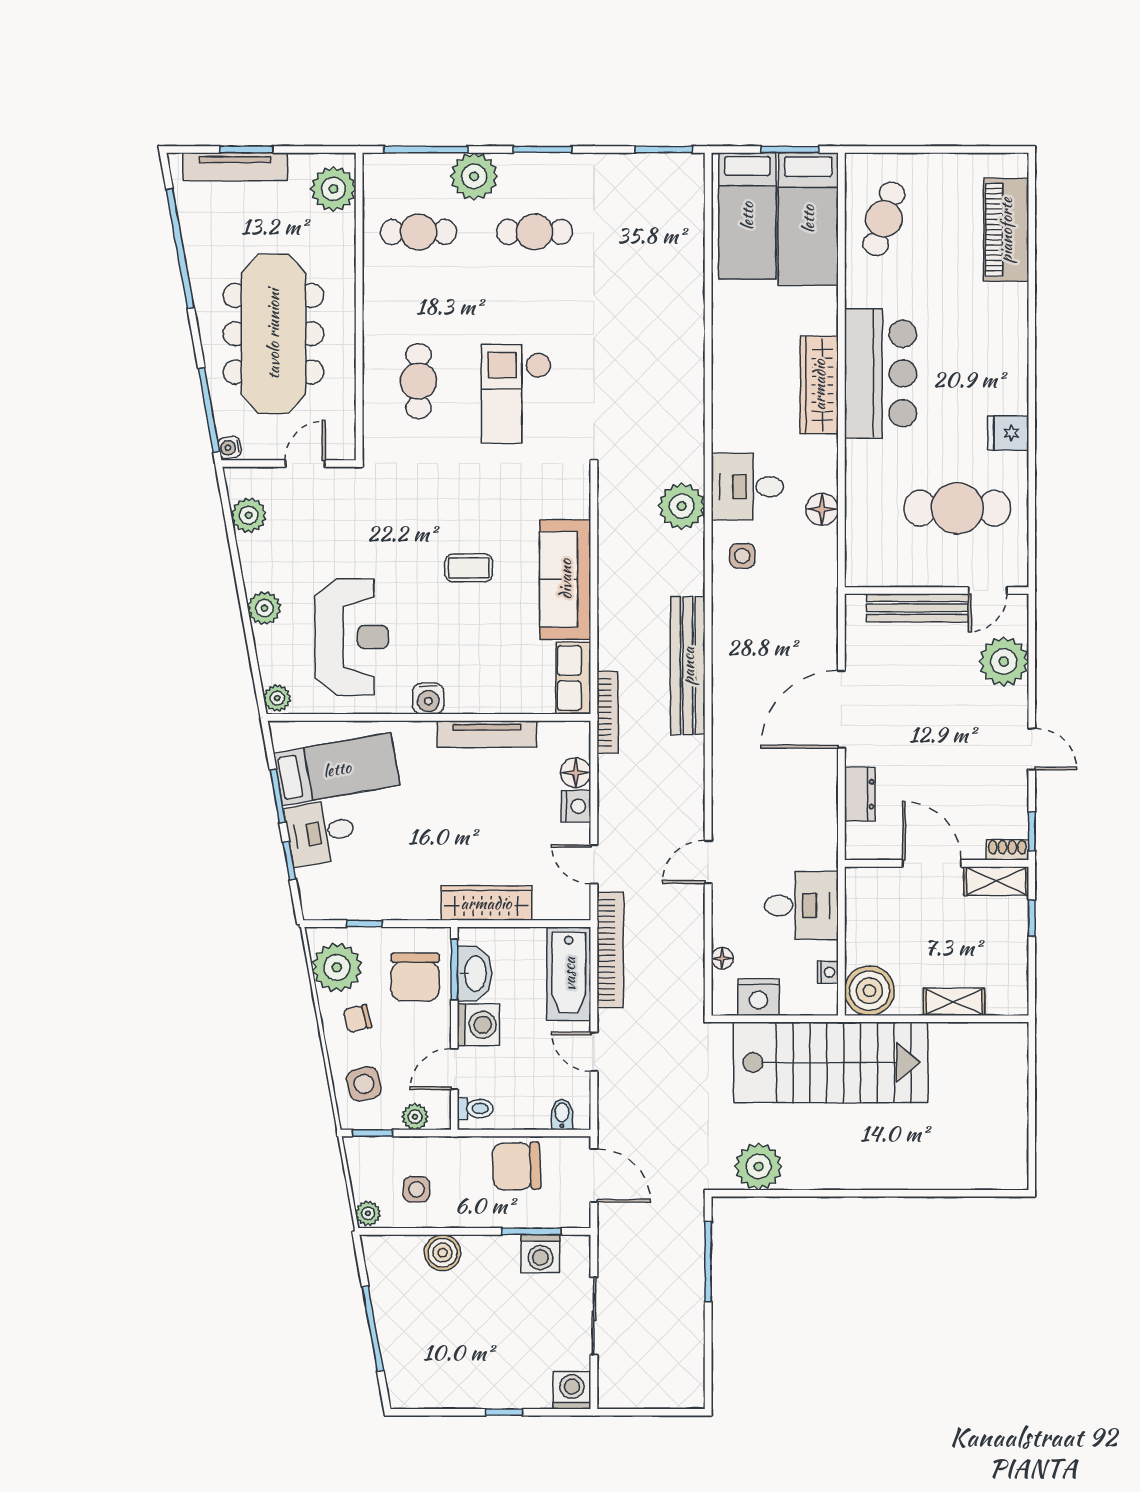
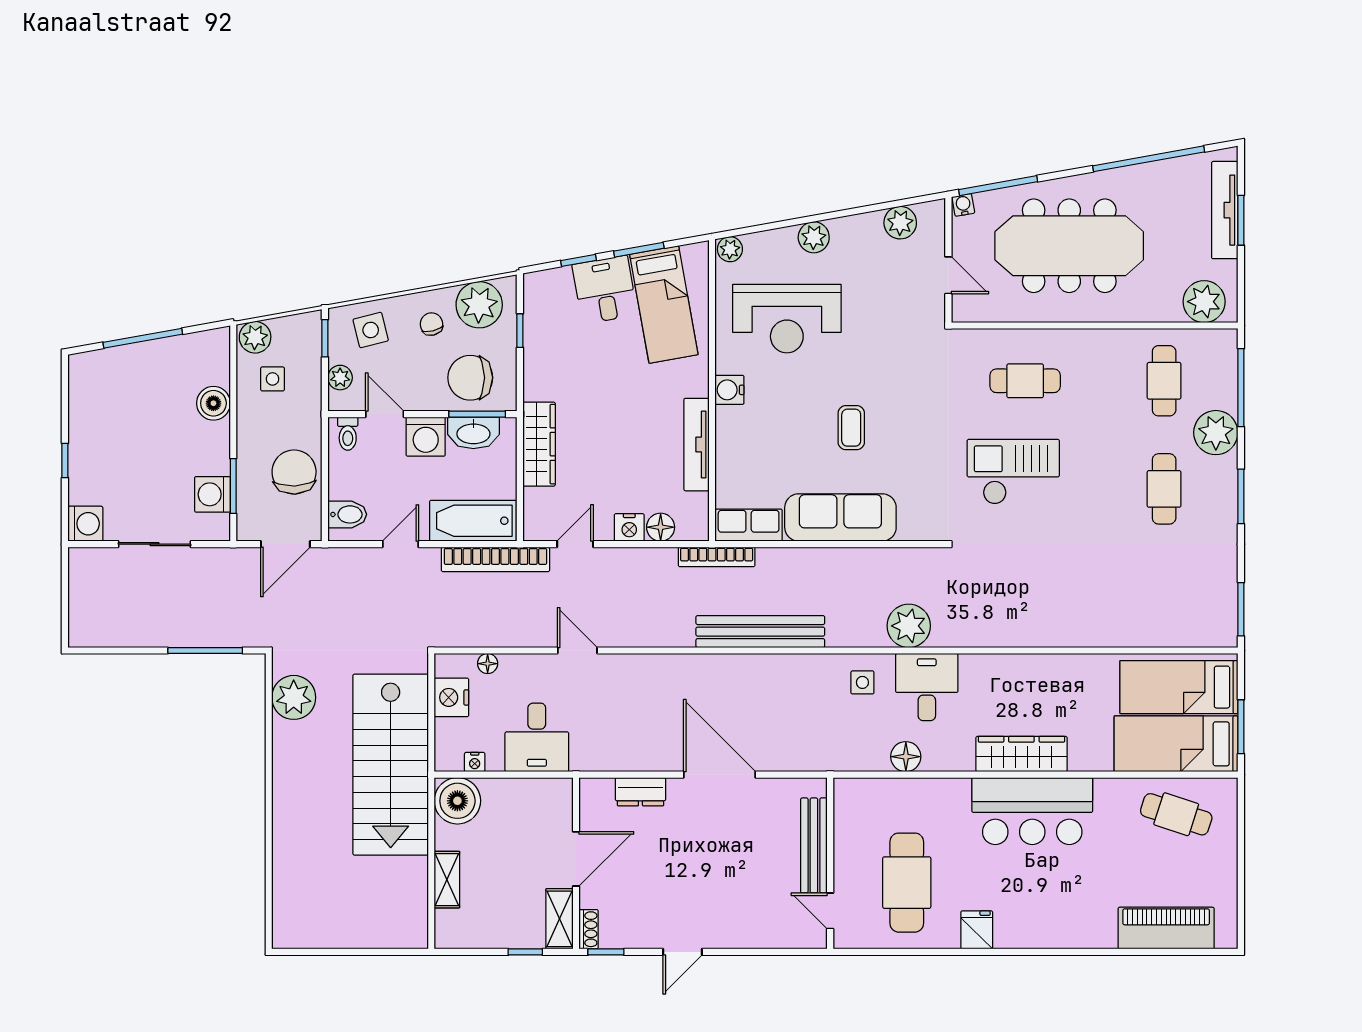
plant: (1004, 662) -> (764, 926), removed
bidet: (562, 1115) -> (347, 514), width x1.38, depth x1.36
plant: (368, 1213) -> (255, 337), width x1.38, depth x1.38

